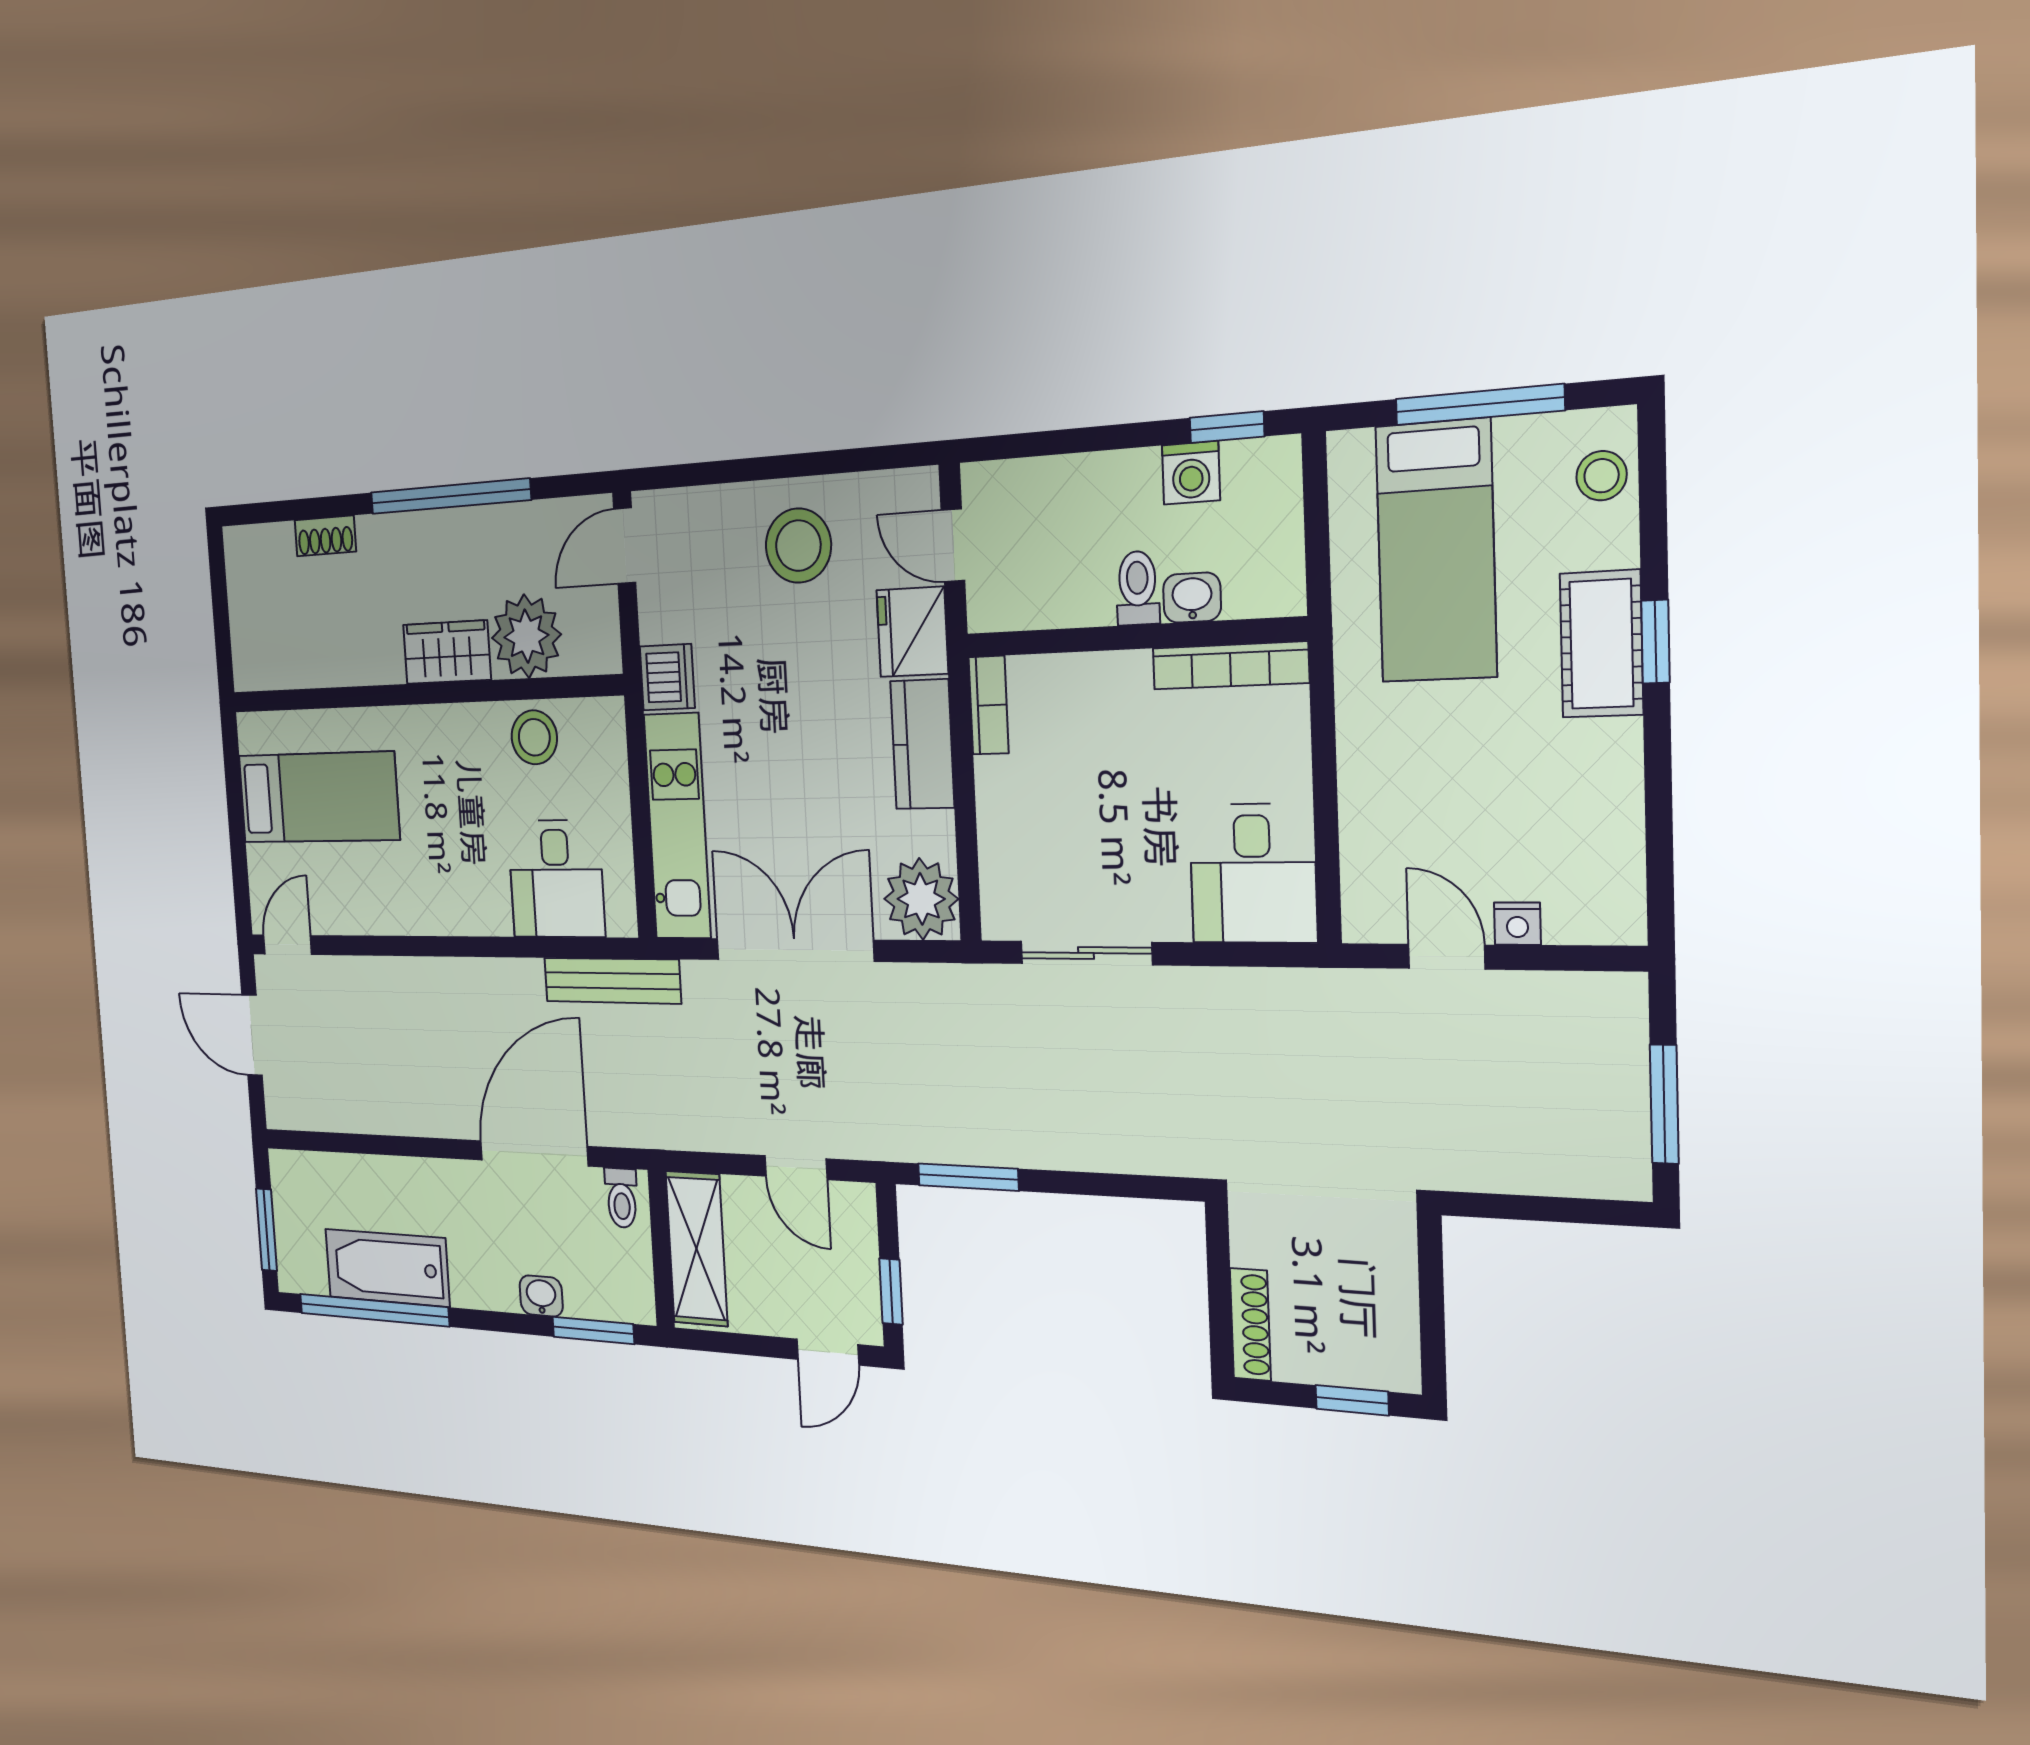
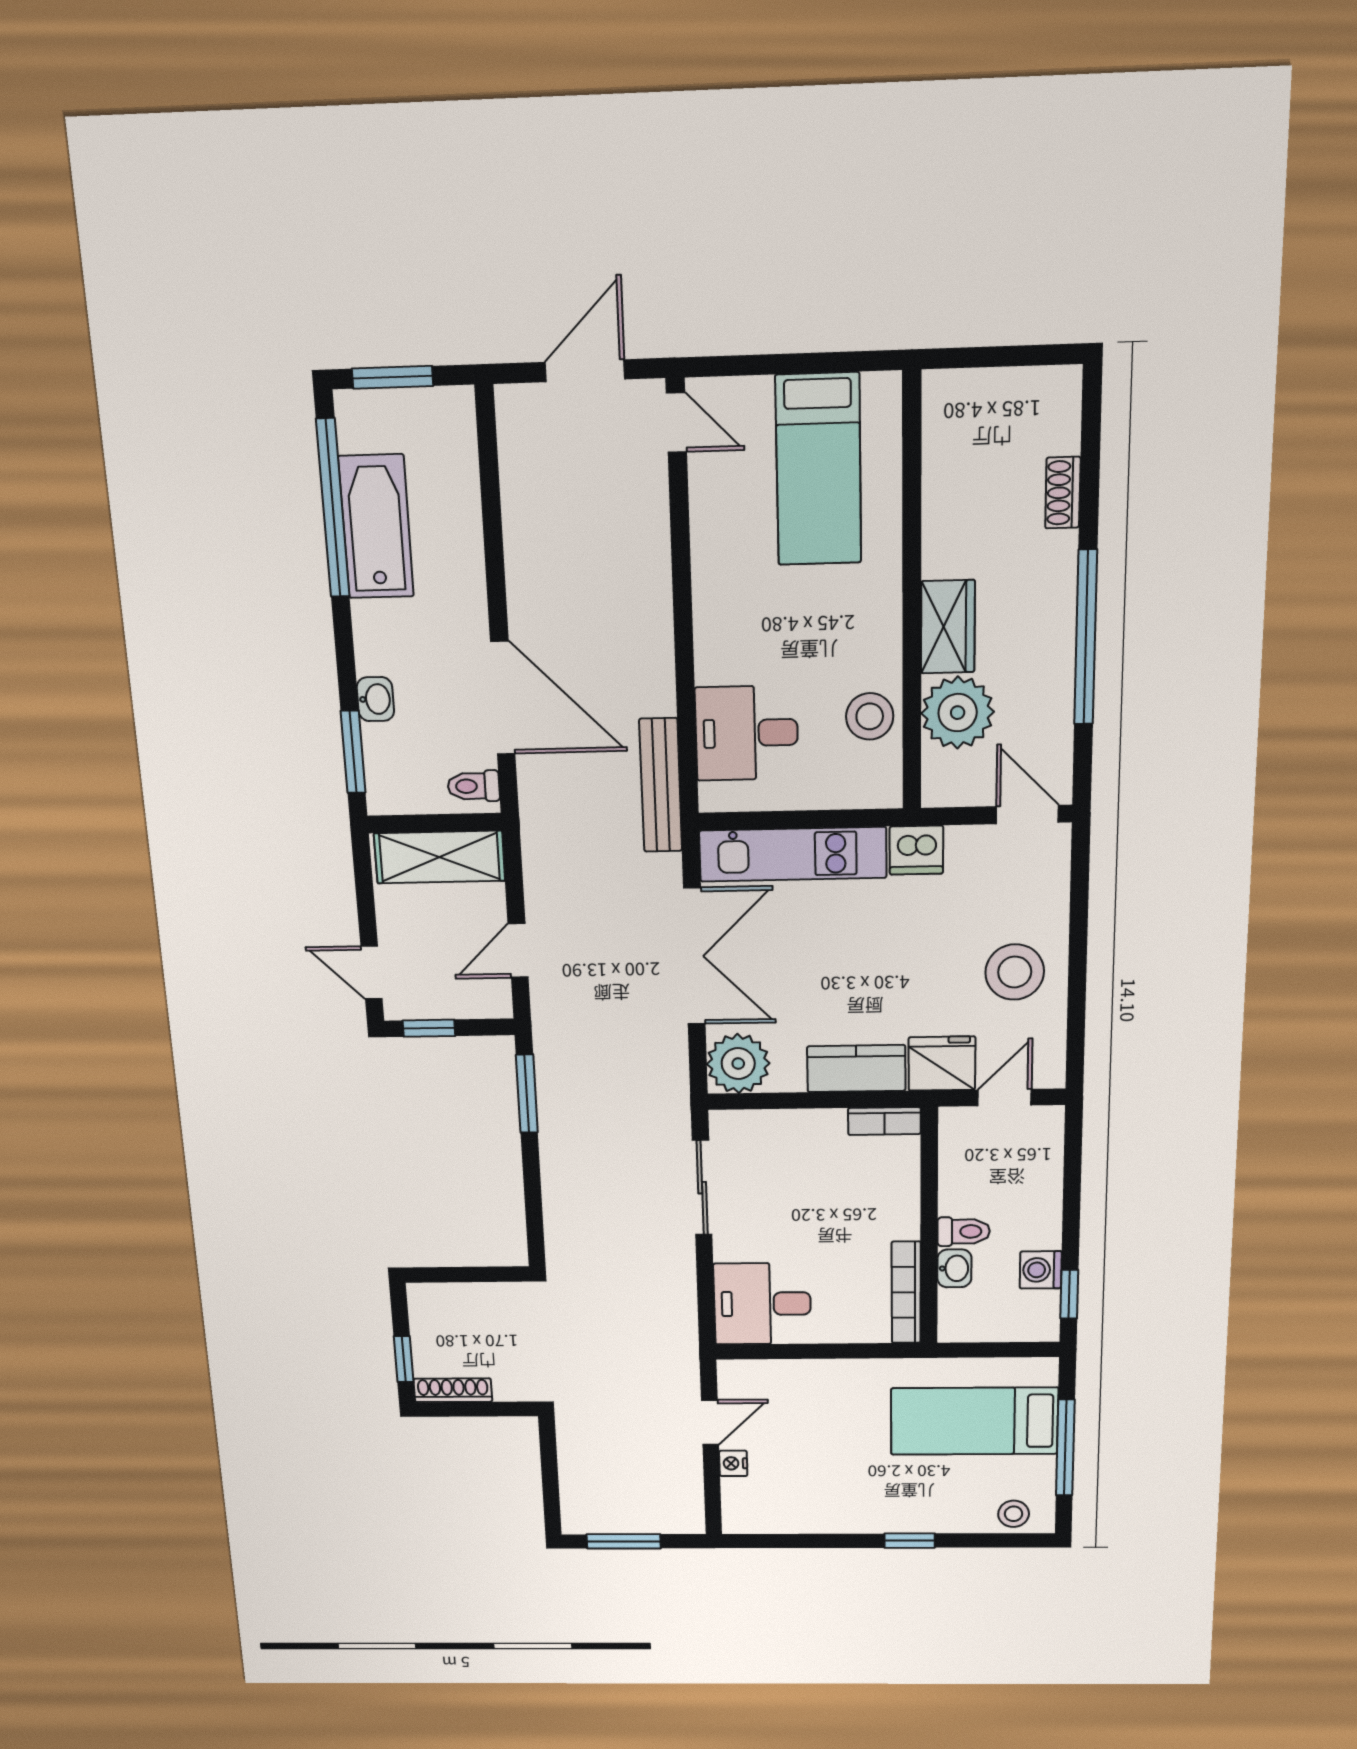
cot: (1601, 644) -> (910, 1512), removed
shoe rack: (1250, 1324) -> (453, 1390), moved, turned 180

